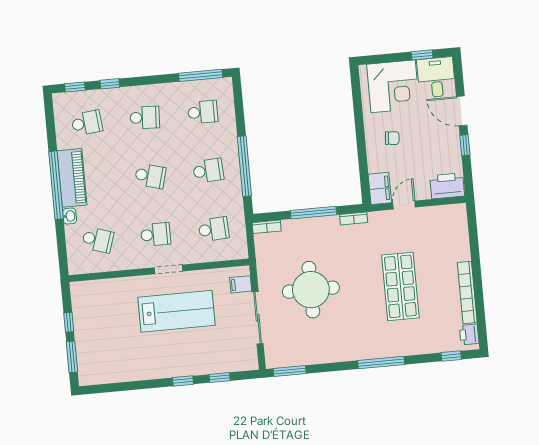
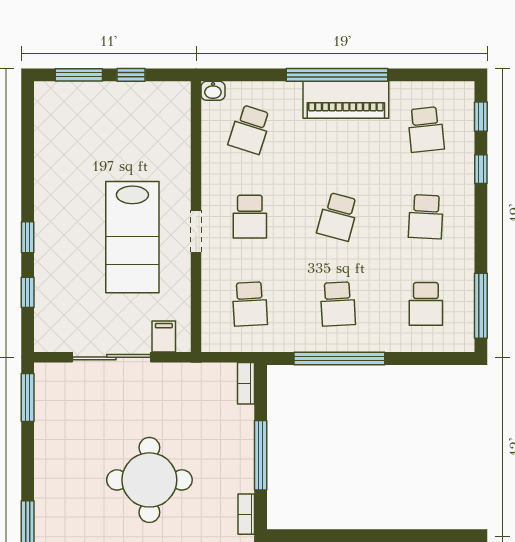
washbasin: (70, 216) -> (213, 91), moved
round table: (311, 290) -> (149, 480), moved

